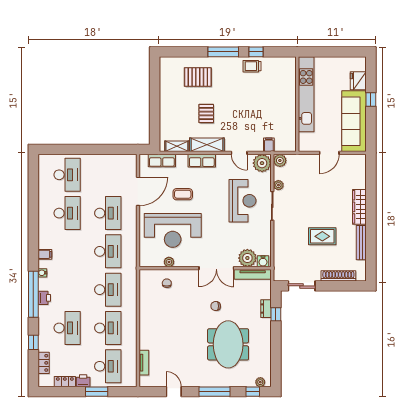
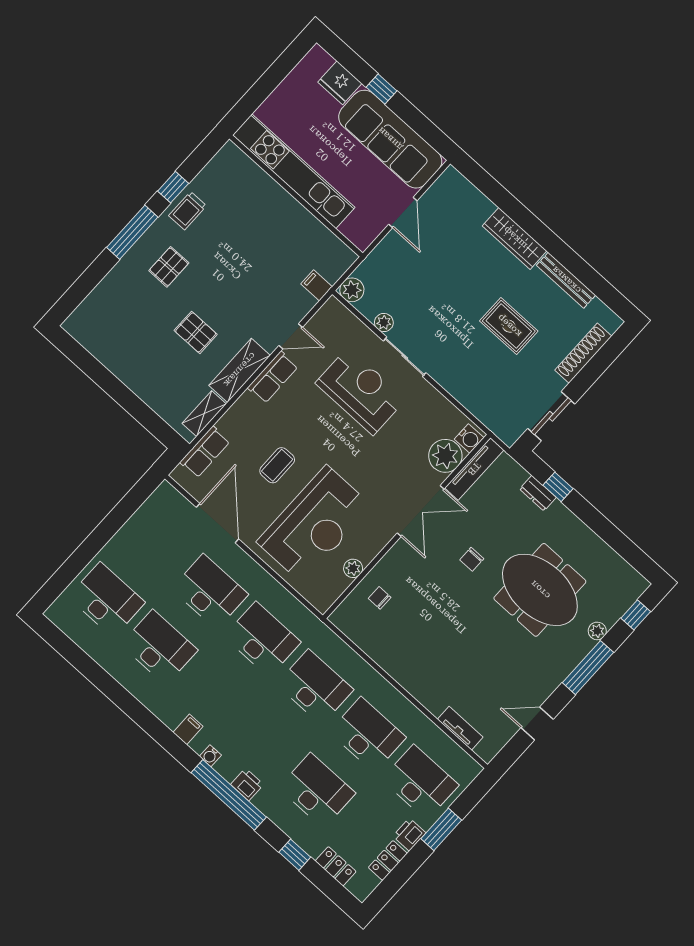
pallet: (198, 77) -> (169, 267), moved, width x0.67, depth x0.71
row of seats: (202, 161) -> (273, 377), moved
plant: (262, 163) -> (333, 318), removed
rug: (322, 236) -> (509, 326), turned 90
plant: (260, 382) -> (597, 631), moved

